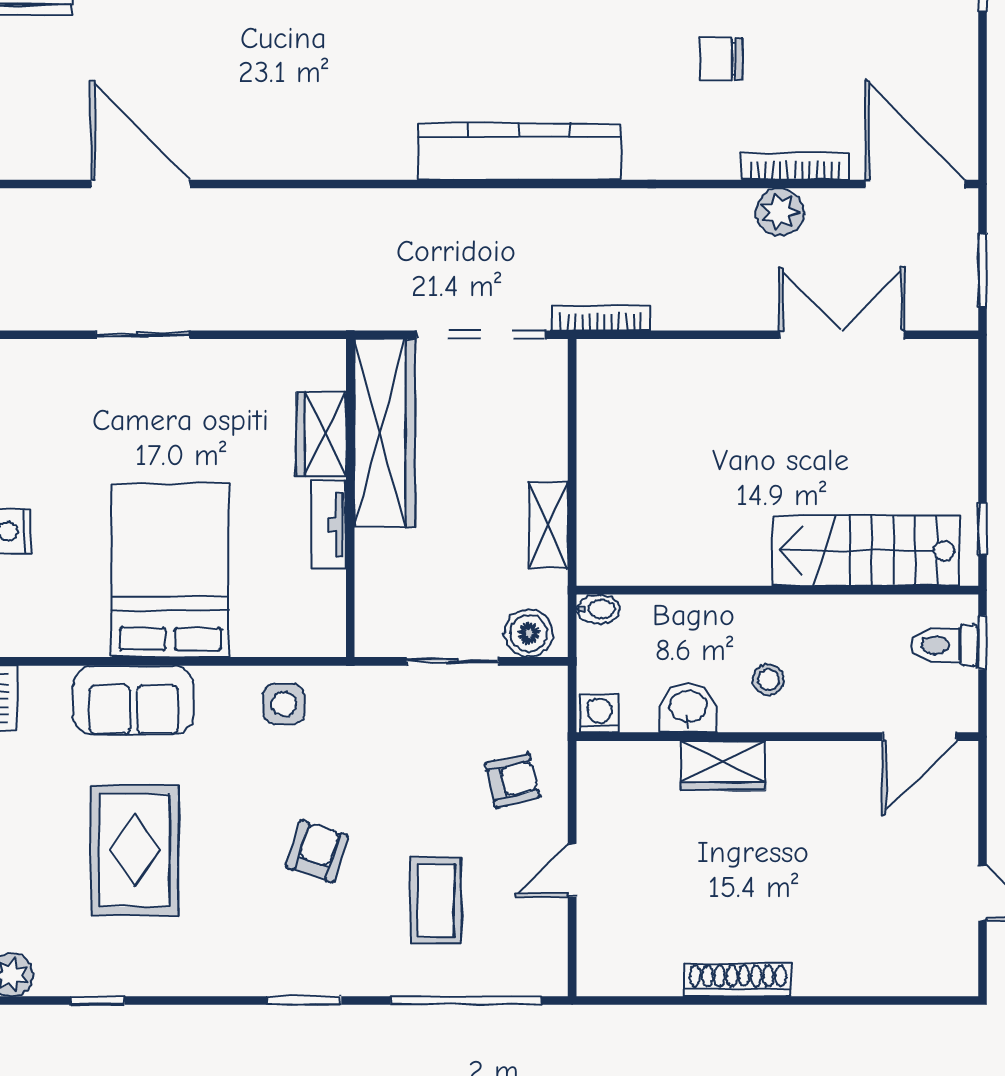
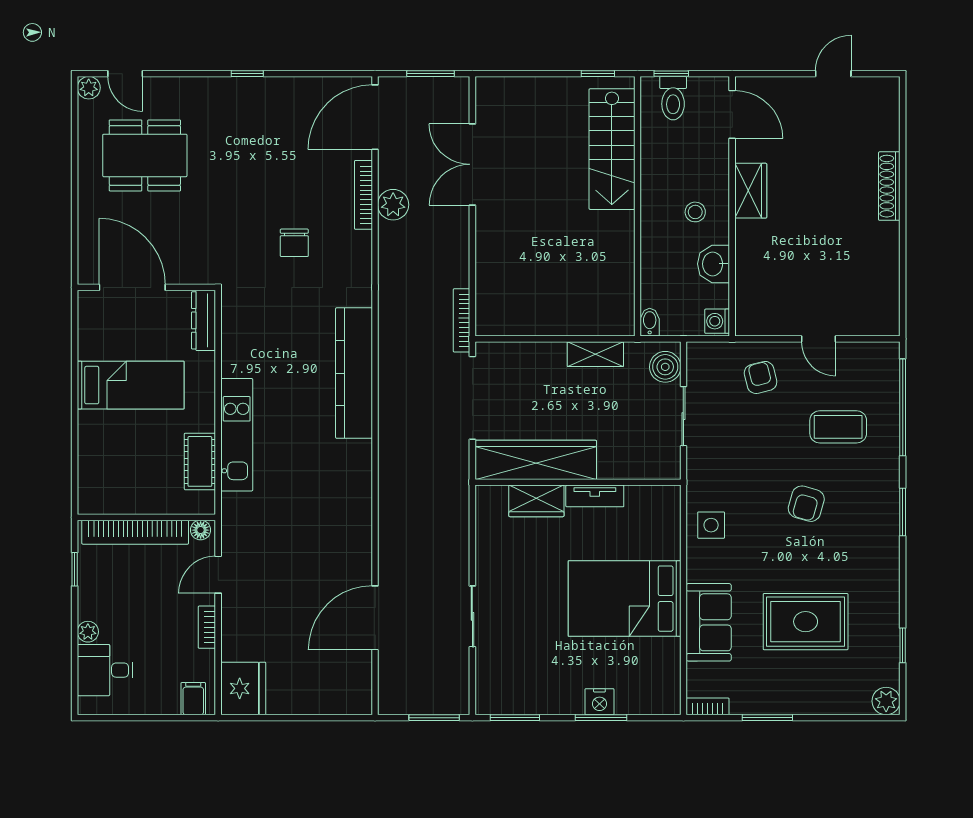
wardrobe: (723, 765) -> (751, 191), moved
armchair: (317, 851) -> (806, 504), turned -92
shoe rack: (738, 980) -> (889, 186), moved

